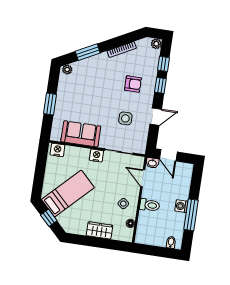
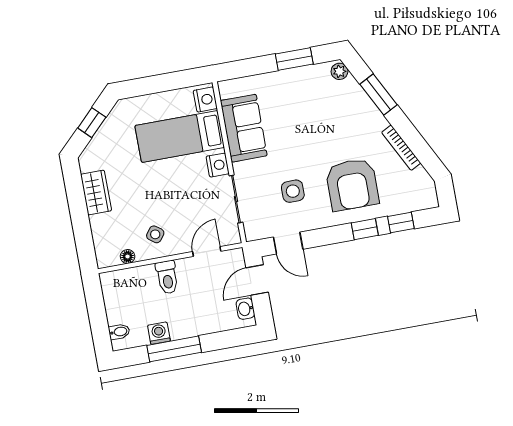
plant: (156, 44) -> (429, 200), removed
armchair: (133, 84) -> (352, 184), width x1.88, depth x1.88
window: (50, 104) -> (294, 59), moved
door: (156, 117) -> (288, 243), moved
washbasin: (152, 163) -> (245, 309), moved
bed: (68, 194) -> (180, 136), moved, turned 135
washing machine: (181, 206) -> (159, 333), moved
wardrobe: (99, 230) -> (96, 193), moved

